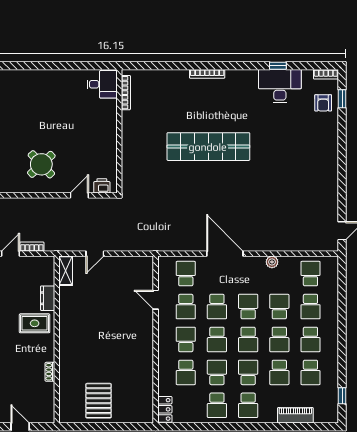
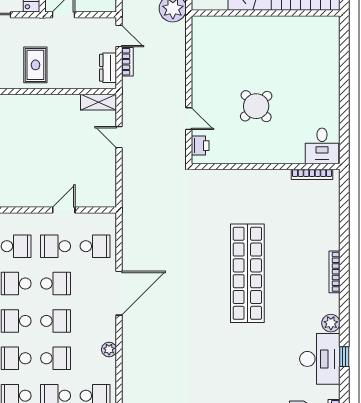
plant: (250, 77) -> (331, 323), added
round table: (41, 164) -> (256, 106), moved
dresser: (48, 298) -> (108, 68), moved, turned -90
school desk: (217, 307) -> (56, 284), turned 180

